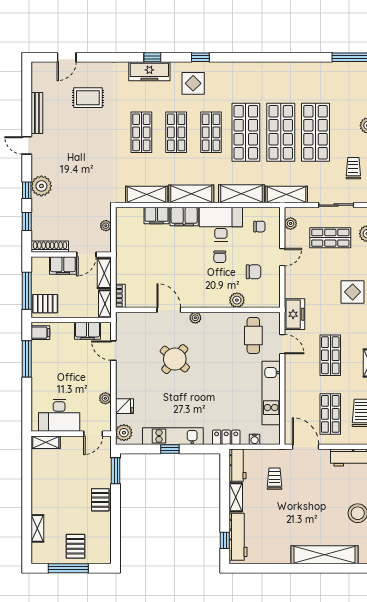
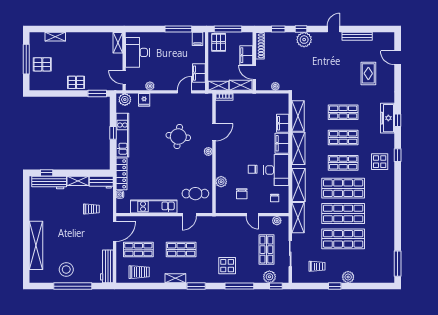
display table: (193, 83) -> (380, 162), moved
freezer: (294, 314) -> (211, 224), removed
round table: (175, 359) -> (178, 137), turned -32
locker: (226, 437) -> (121, 174), width x1.53

